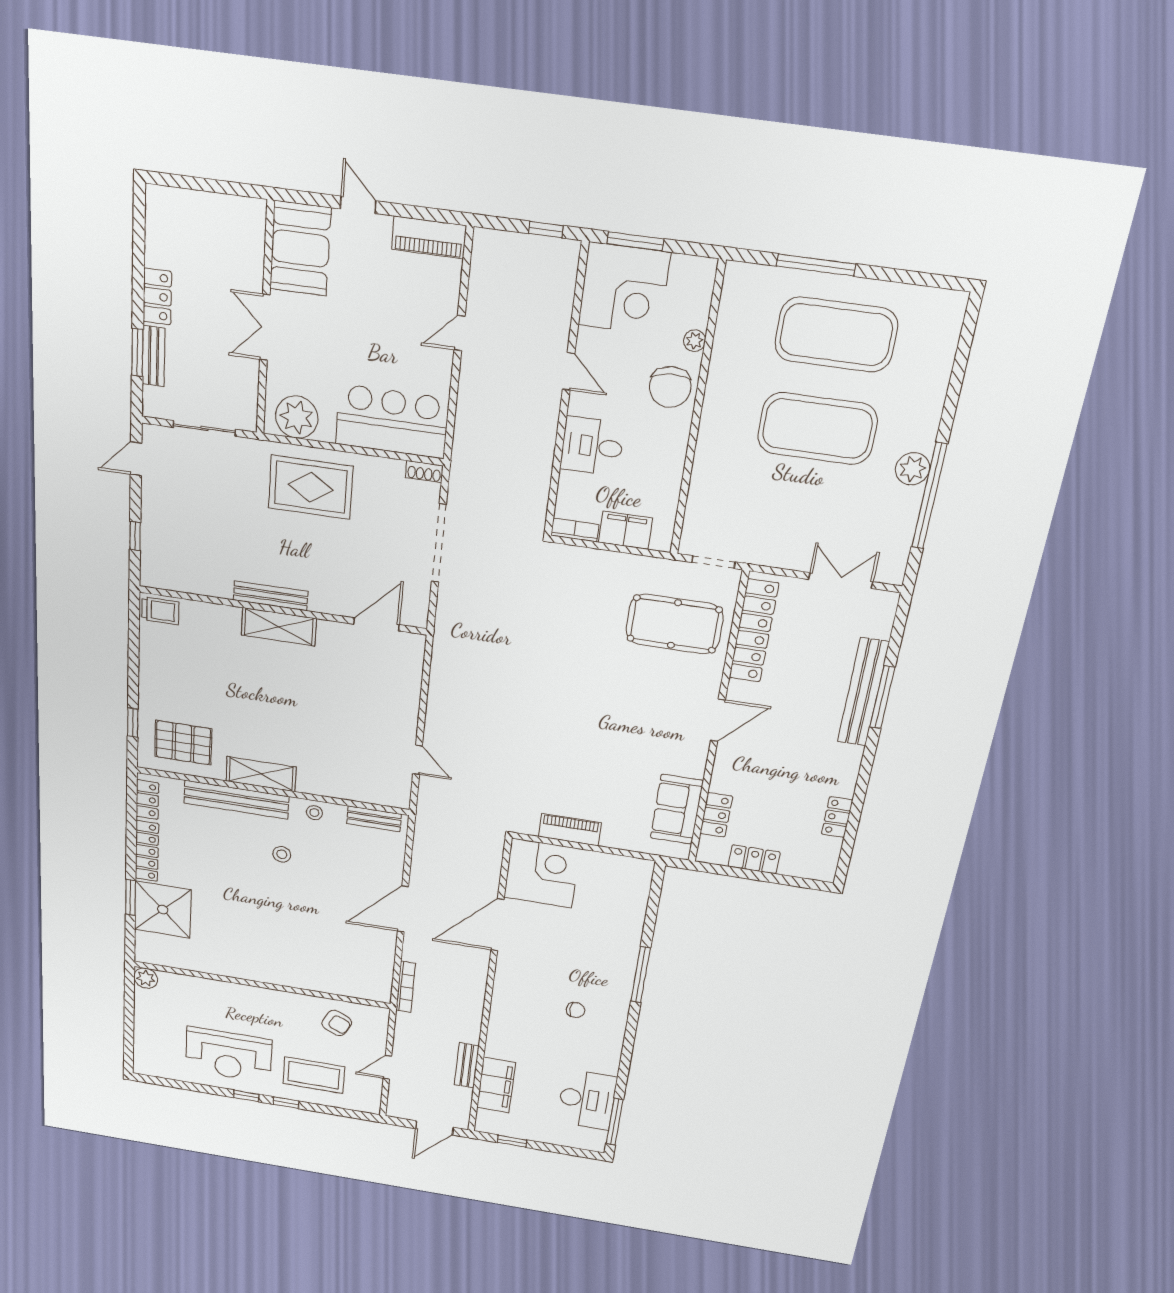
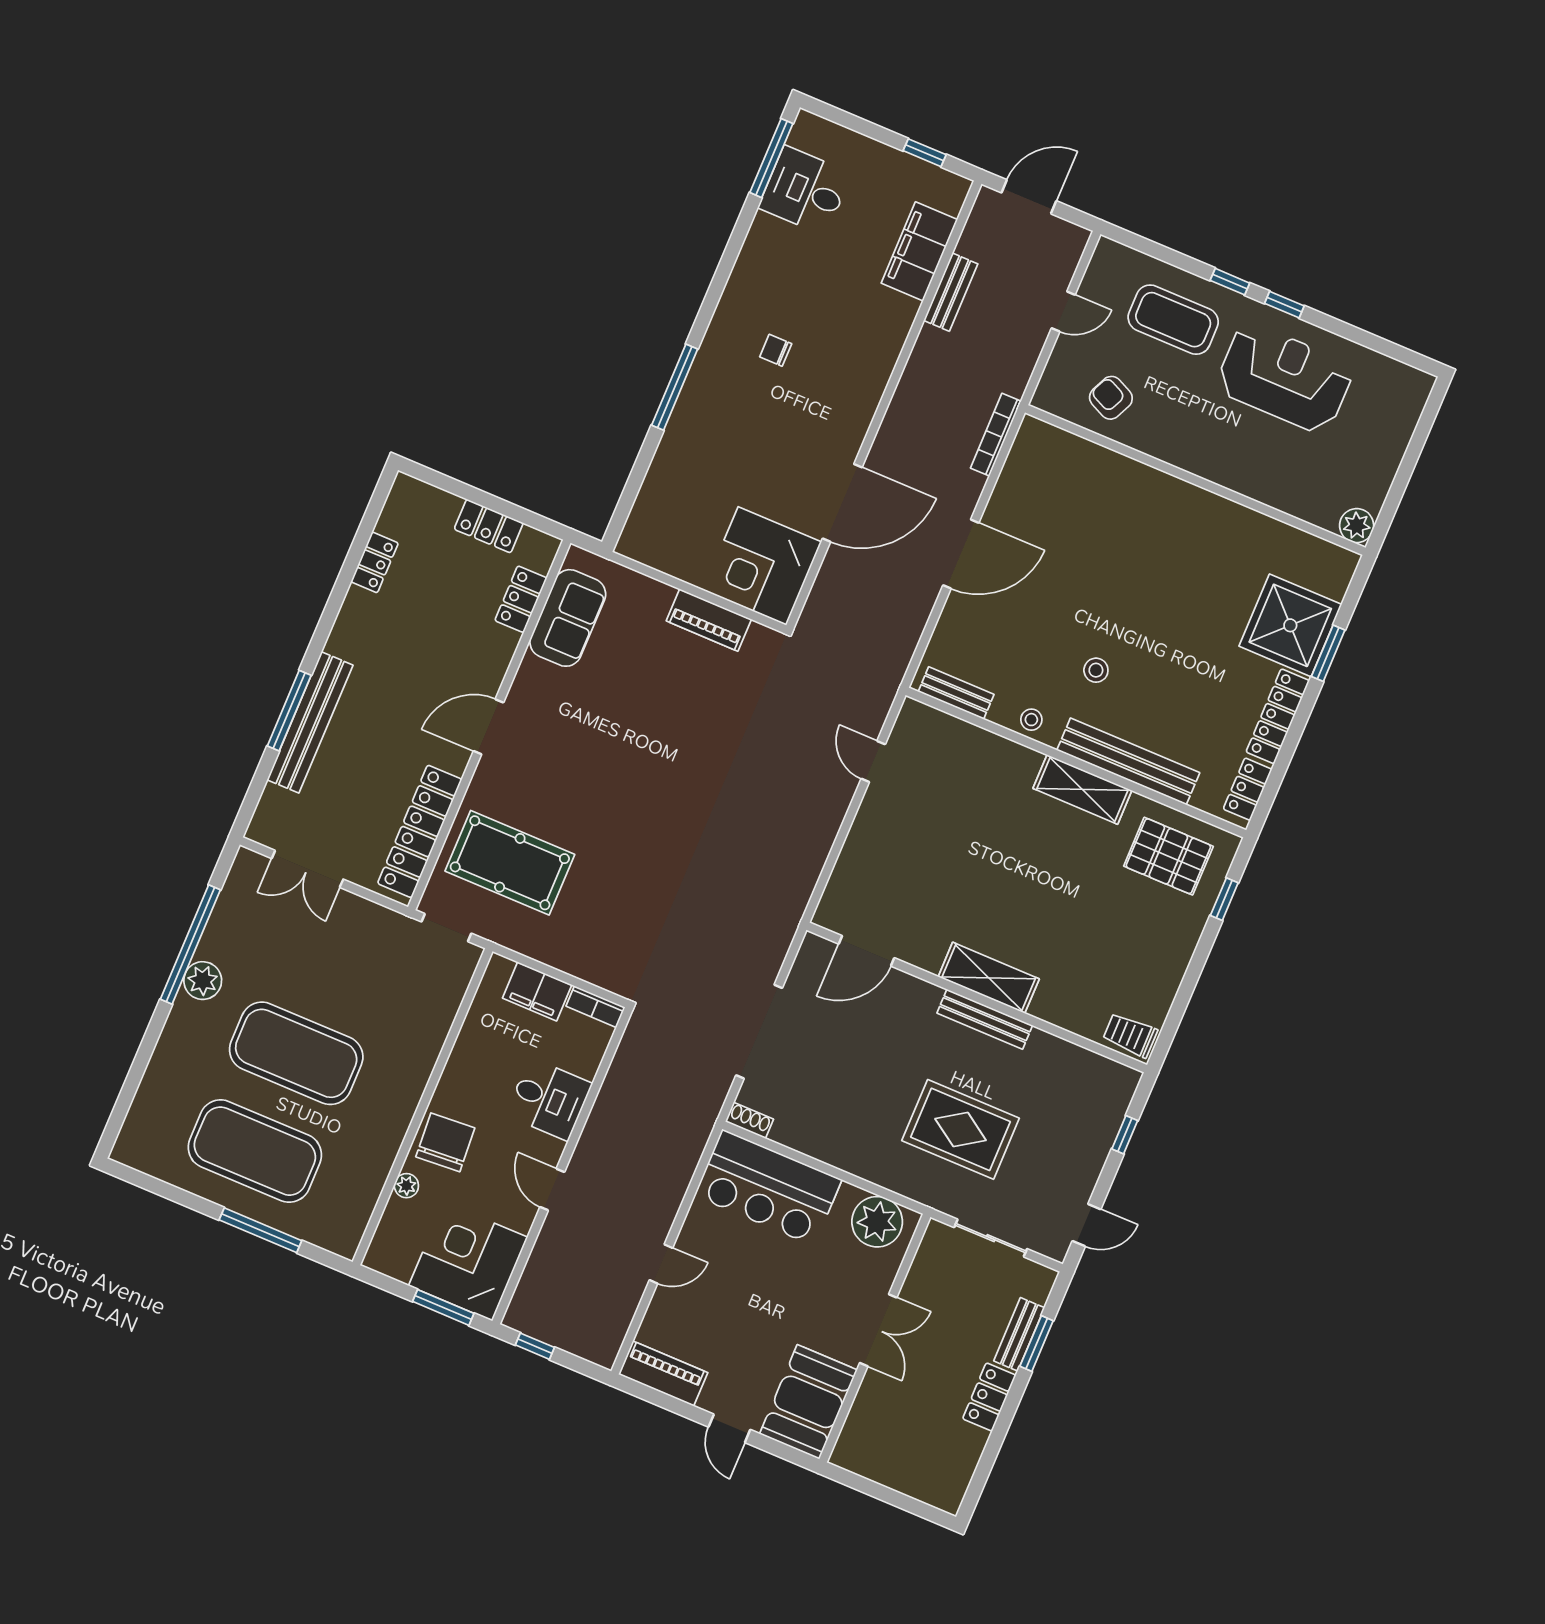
rug: (311, 487) -> (961, 1129), moved
desk: (587, 1100) -> (805, 191), width x0.73

